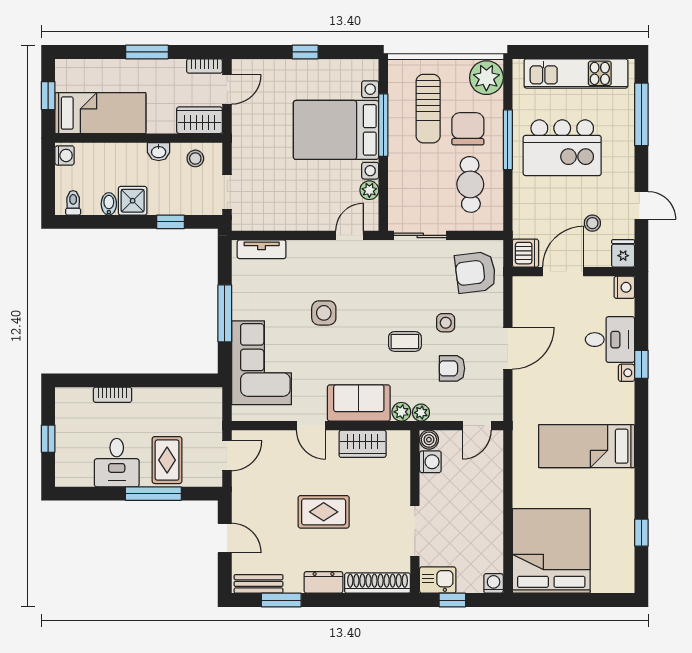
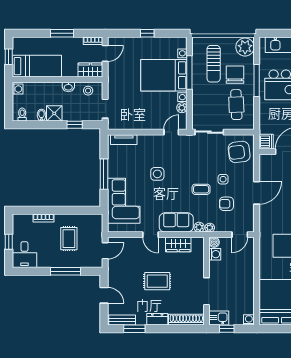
rug: (167, 460) -> (69, 239), moved
desk: (117, 463) -> (24, 255), moved

